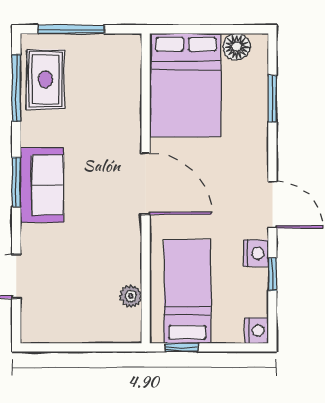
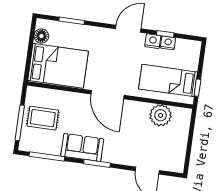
rug: (45, 79) -> (43, 118), moved
door: (146, 184) -> (108, 95), swing flipped
sofa: (42, 185) -> (82, 147), moved
plant: (131, 296) -> (161, 115), width x1.87, depth x1.87
nightstand: (257, 331) -> (168, 43), moved

